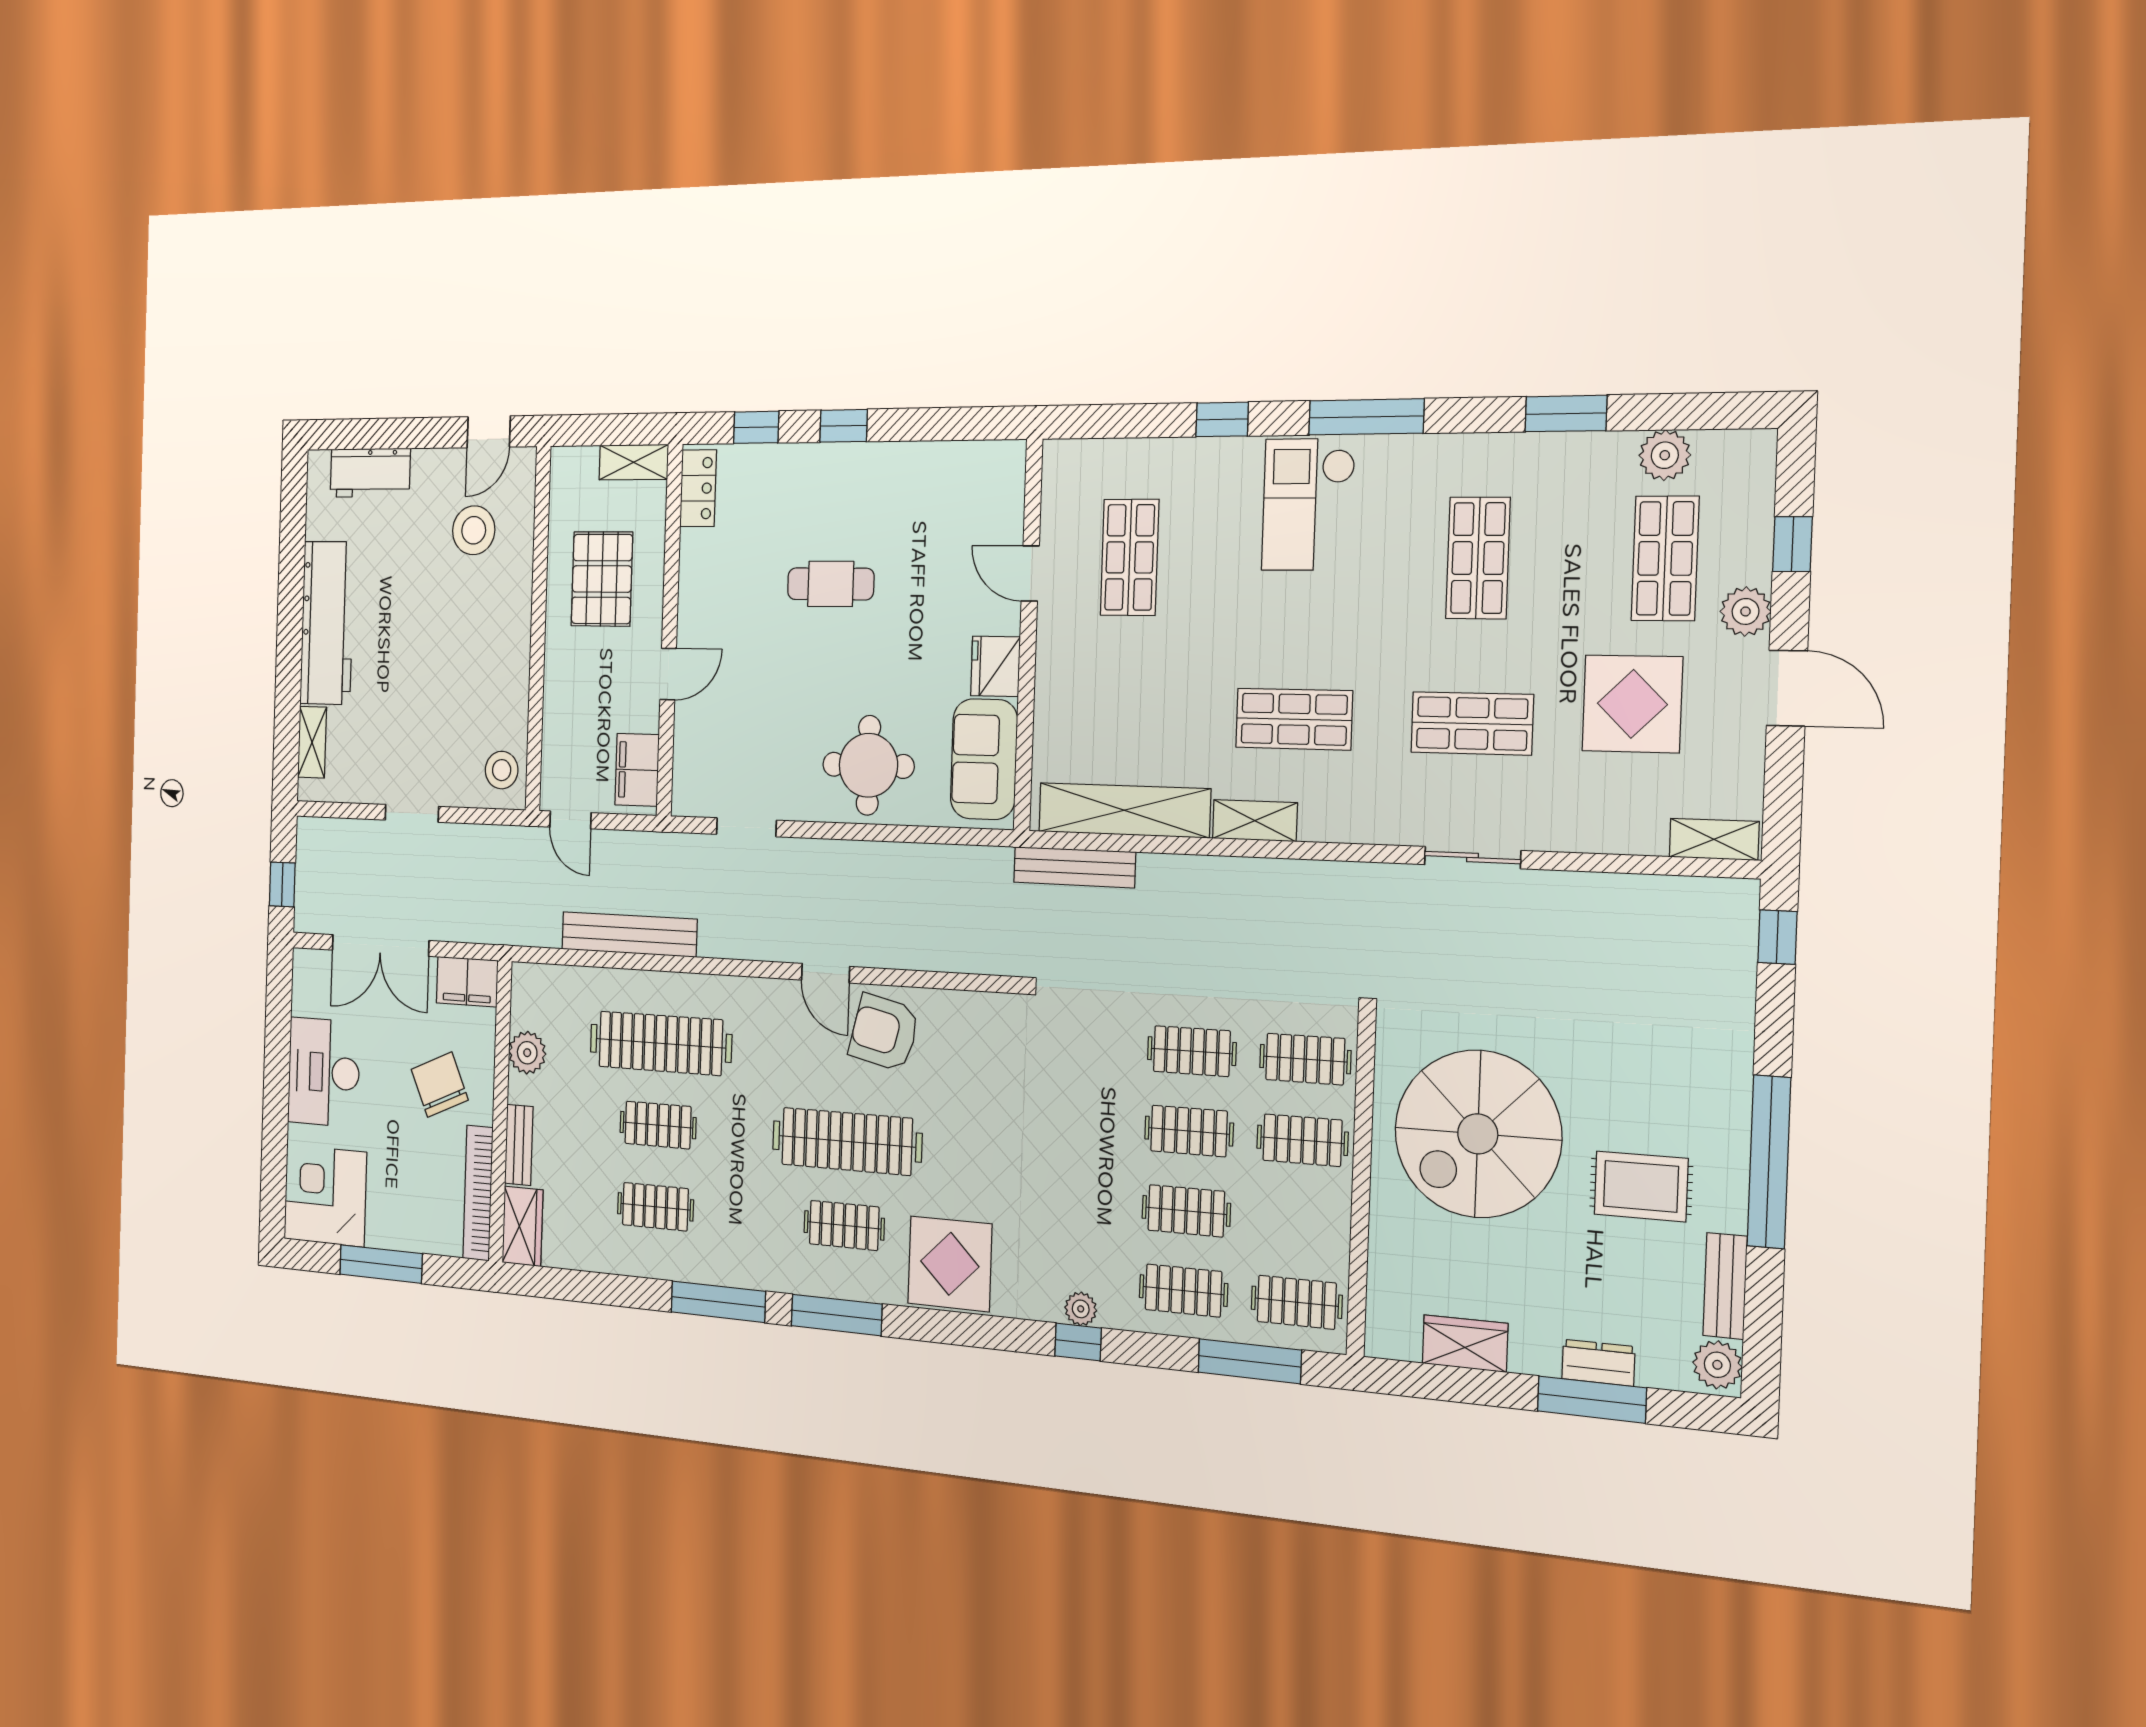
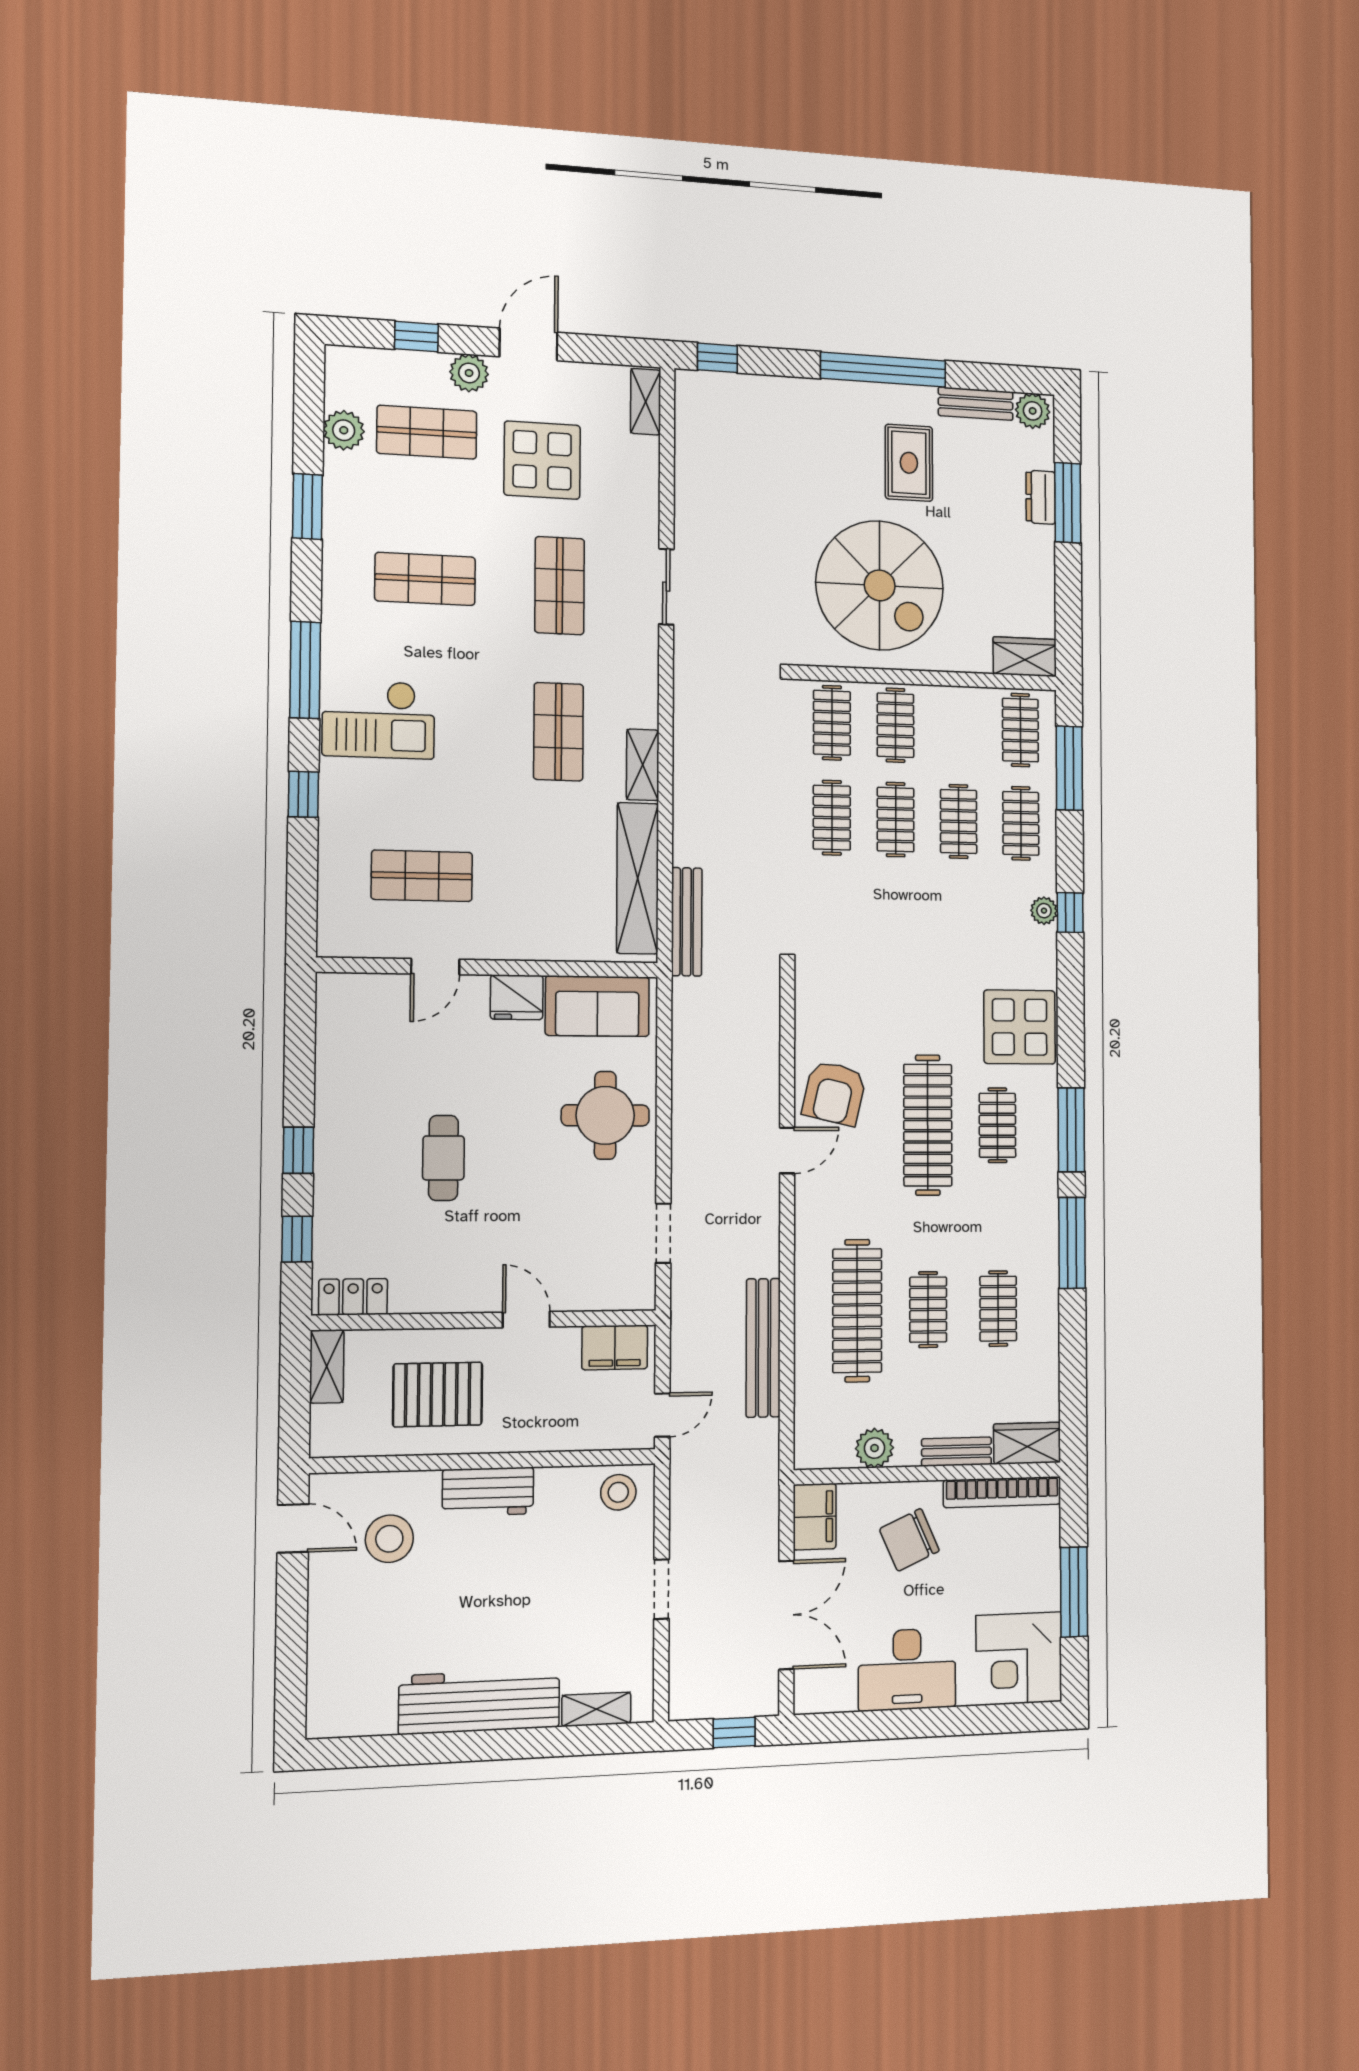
workbench: (370, 473) -> (488, 1492), moved, turned 90
wardrobe: (1465, 1344) -> (1025, 657), moved, turned 90

